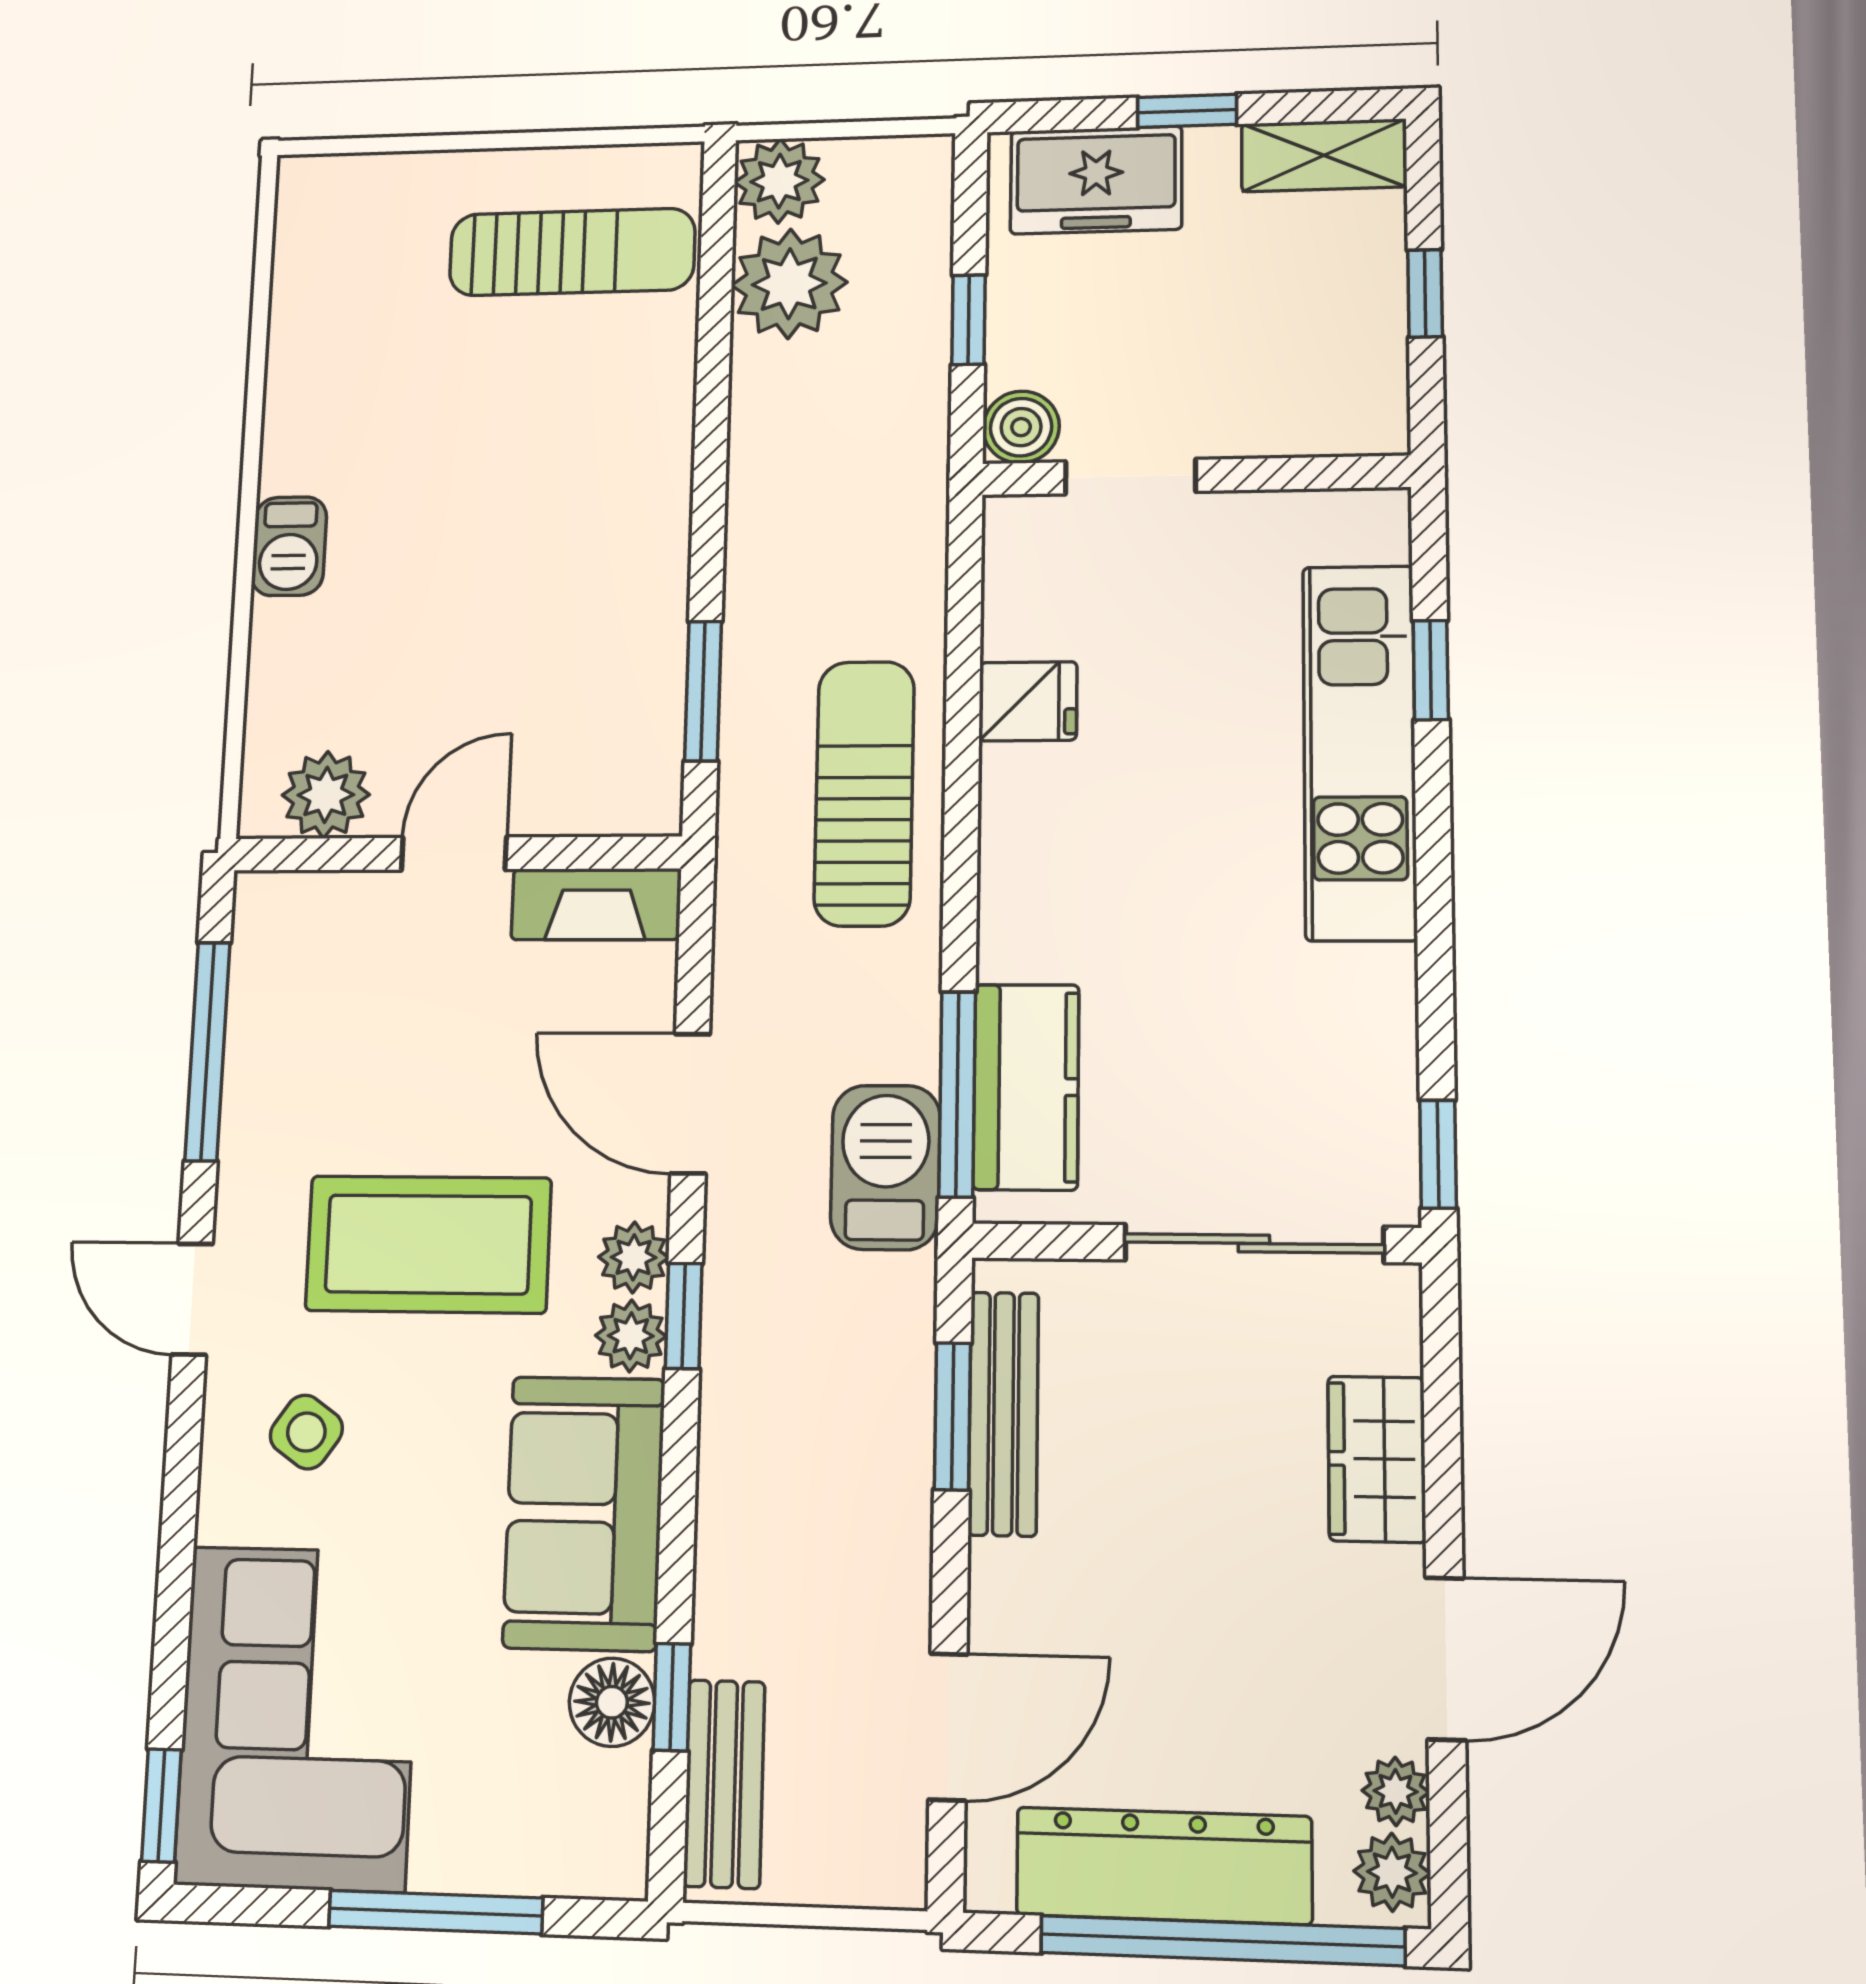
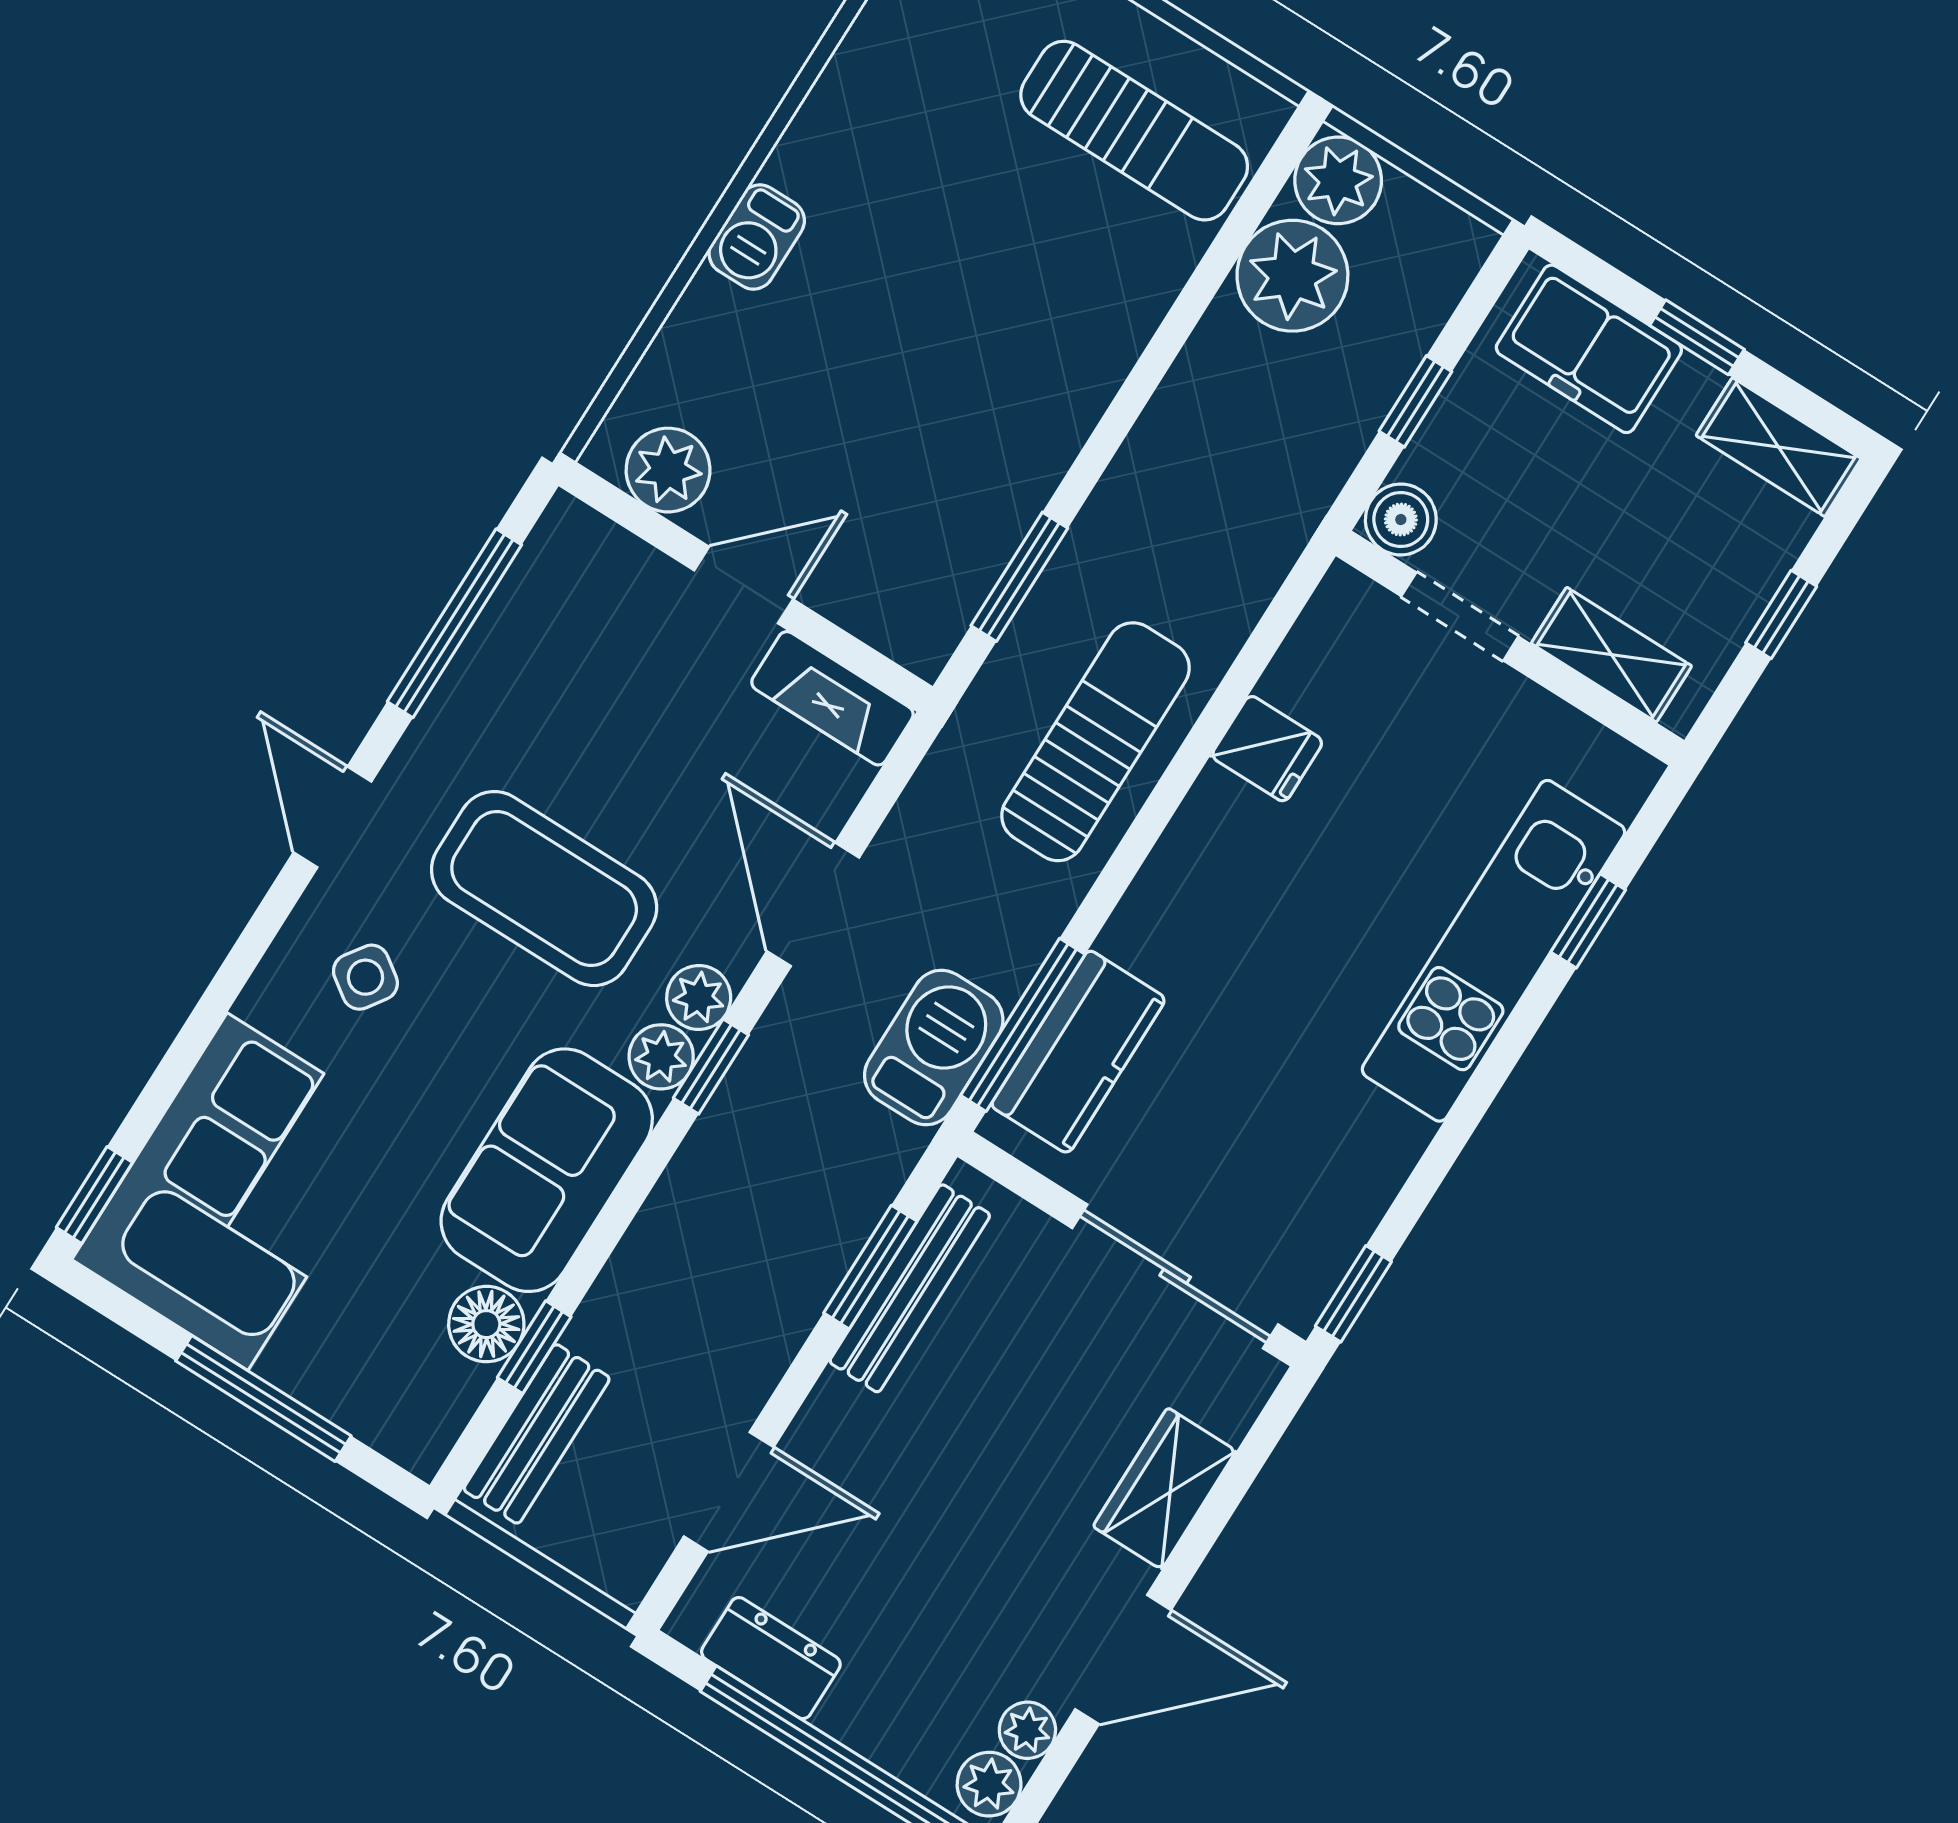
shelving: (1292, 424) -> (1611, 655), added
dresser: (1164, 1866) -> (771, 1658), width x0.51, depth x0.80

